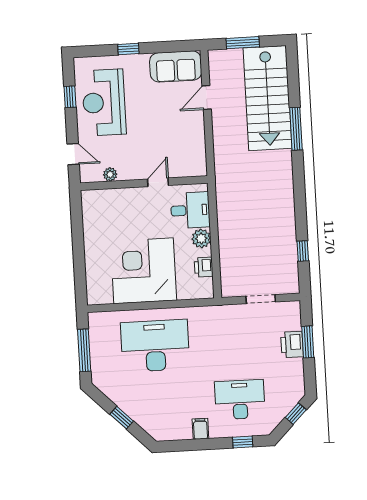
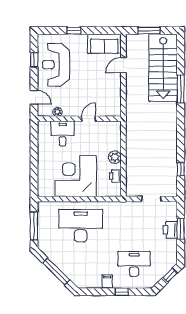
desk: (190, 210) -> (63, 134), moved, turned -90
window: (122, 418) -> (56, 271), width x2.17
window: (243, 442) -> (122, 292), moved

